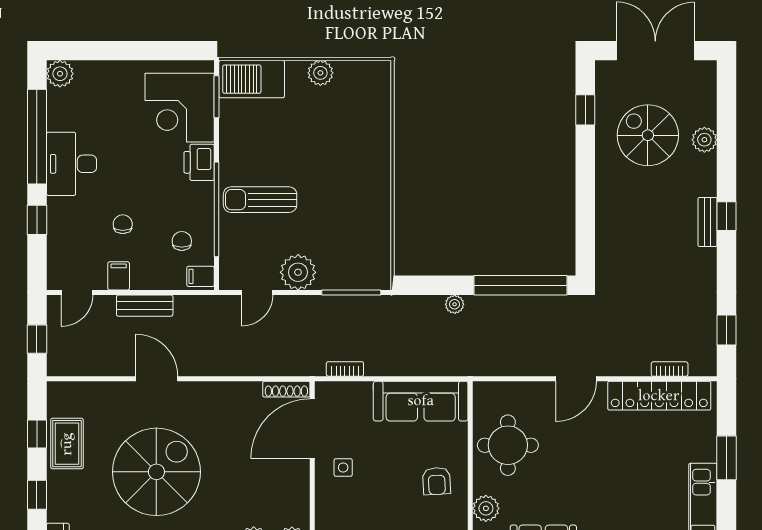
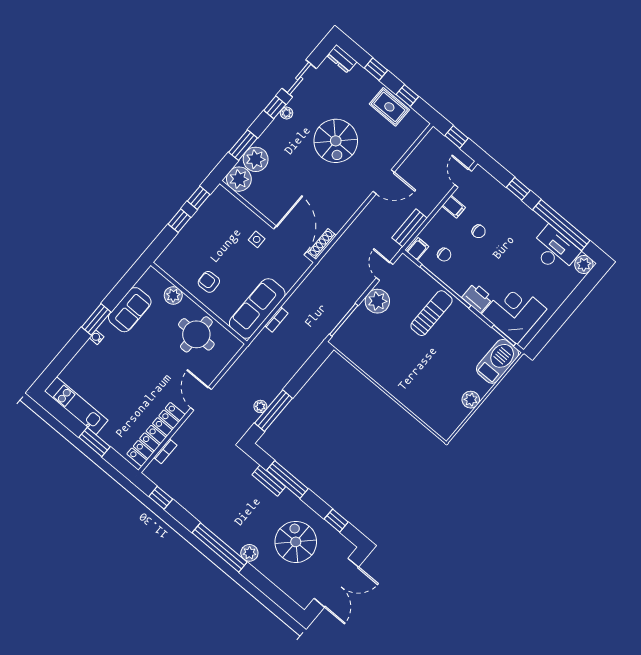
spiral stairs: (648, 135) -> (296, 542), turned -90
plant: (704, 140) -> (249, 553), moved
desk: (71, 164) -> (555, 250), moved
window: (585, 204) -> (287, 480), added
window: (727, 216) -> (220, 547), width x3.17
bench: (708, 222) -> (269, 481), moved
window: (521, 285) -> (274, 411), width x0.68
plant: (455, 304) -> (260, 406), moved
bench: (145, 306) -> (410, 228), moved
bookcase: (345, 369) -> (276, 319), moved
spiral stairs: (156, 472) -> (336, 141), width x0.73, depth x0.73

